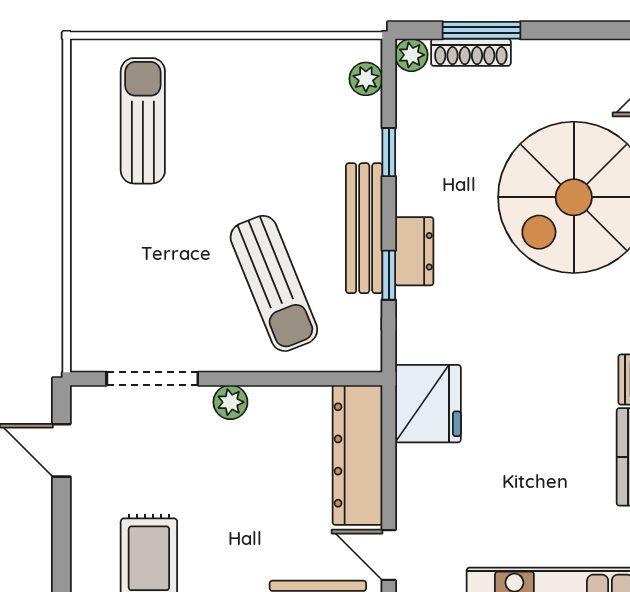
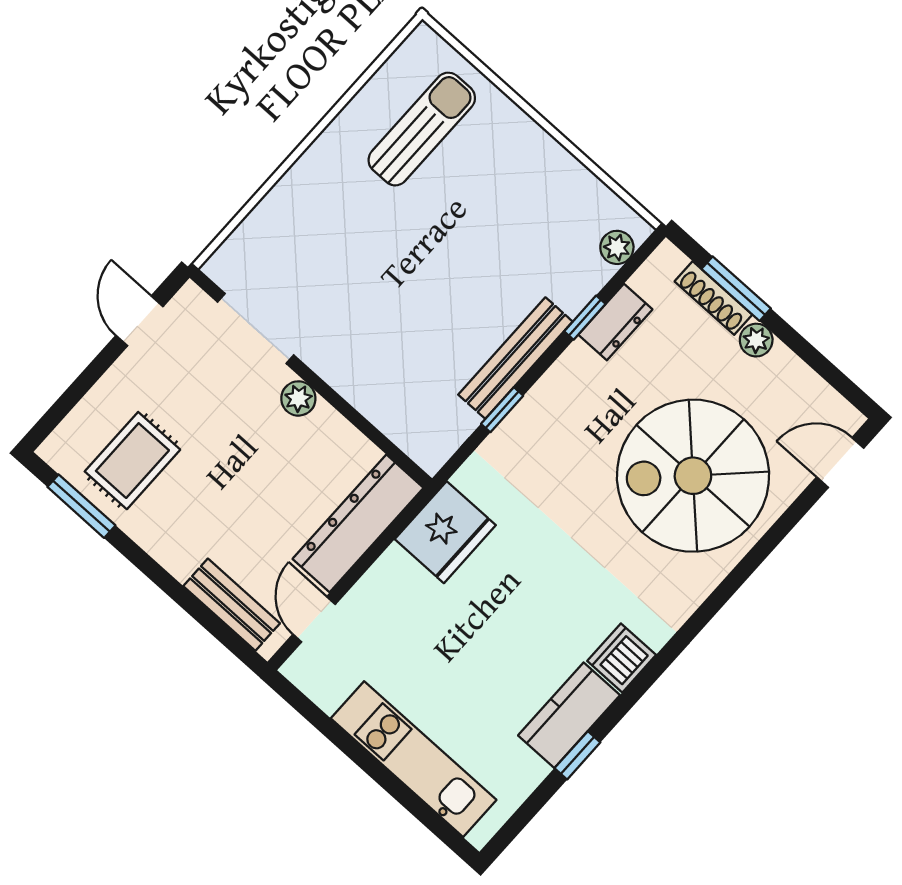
plant: (411, 55) -> (756, 340), moved
dresser: (414, 251) -> (615, 322), moved
sun lounger: (274, 283) -> (411, 339), removed

